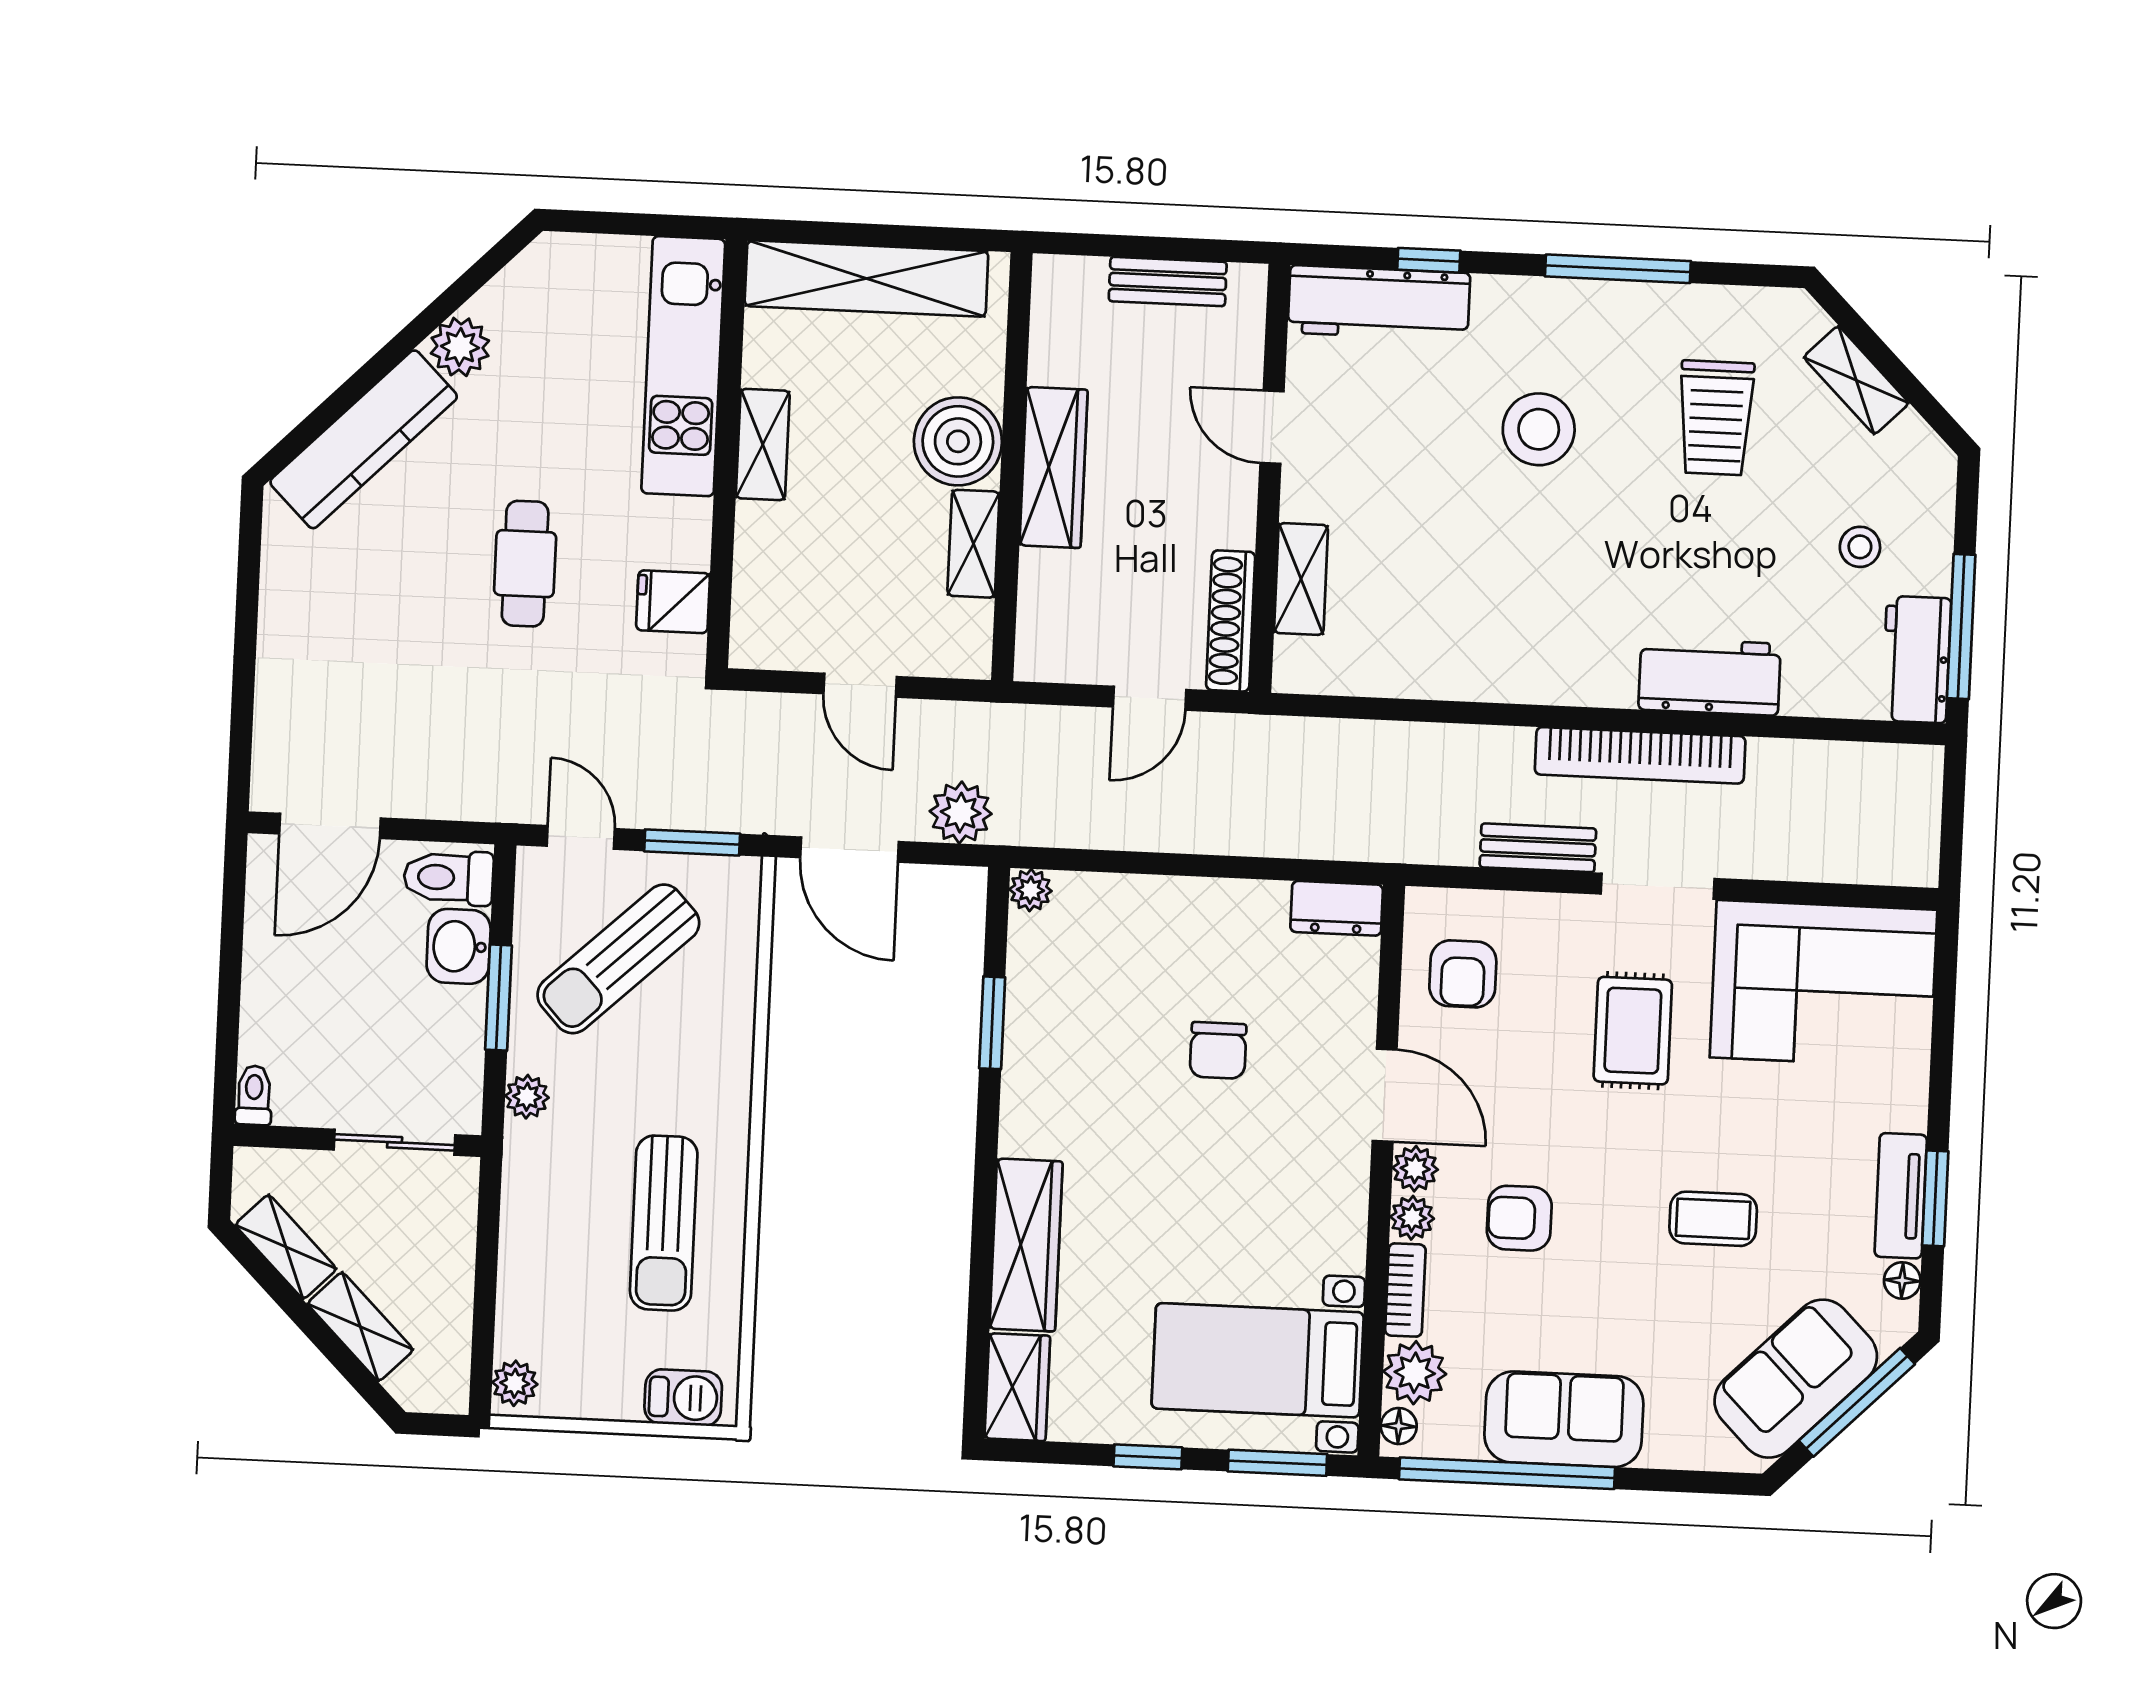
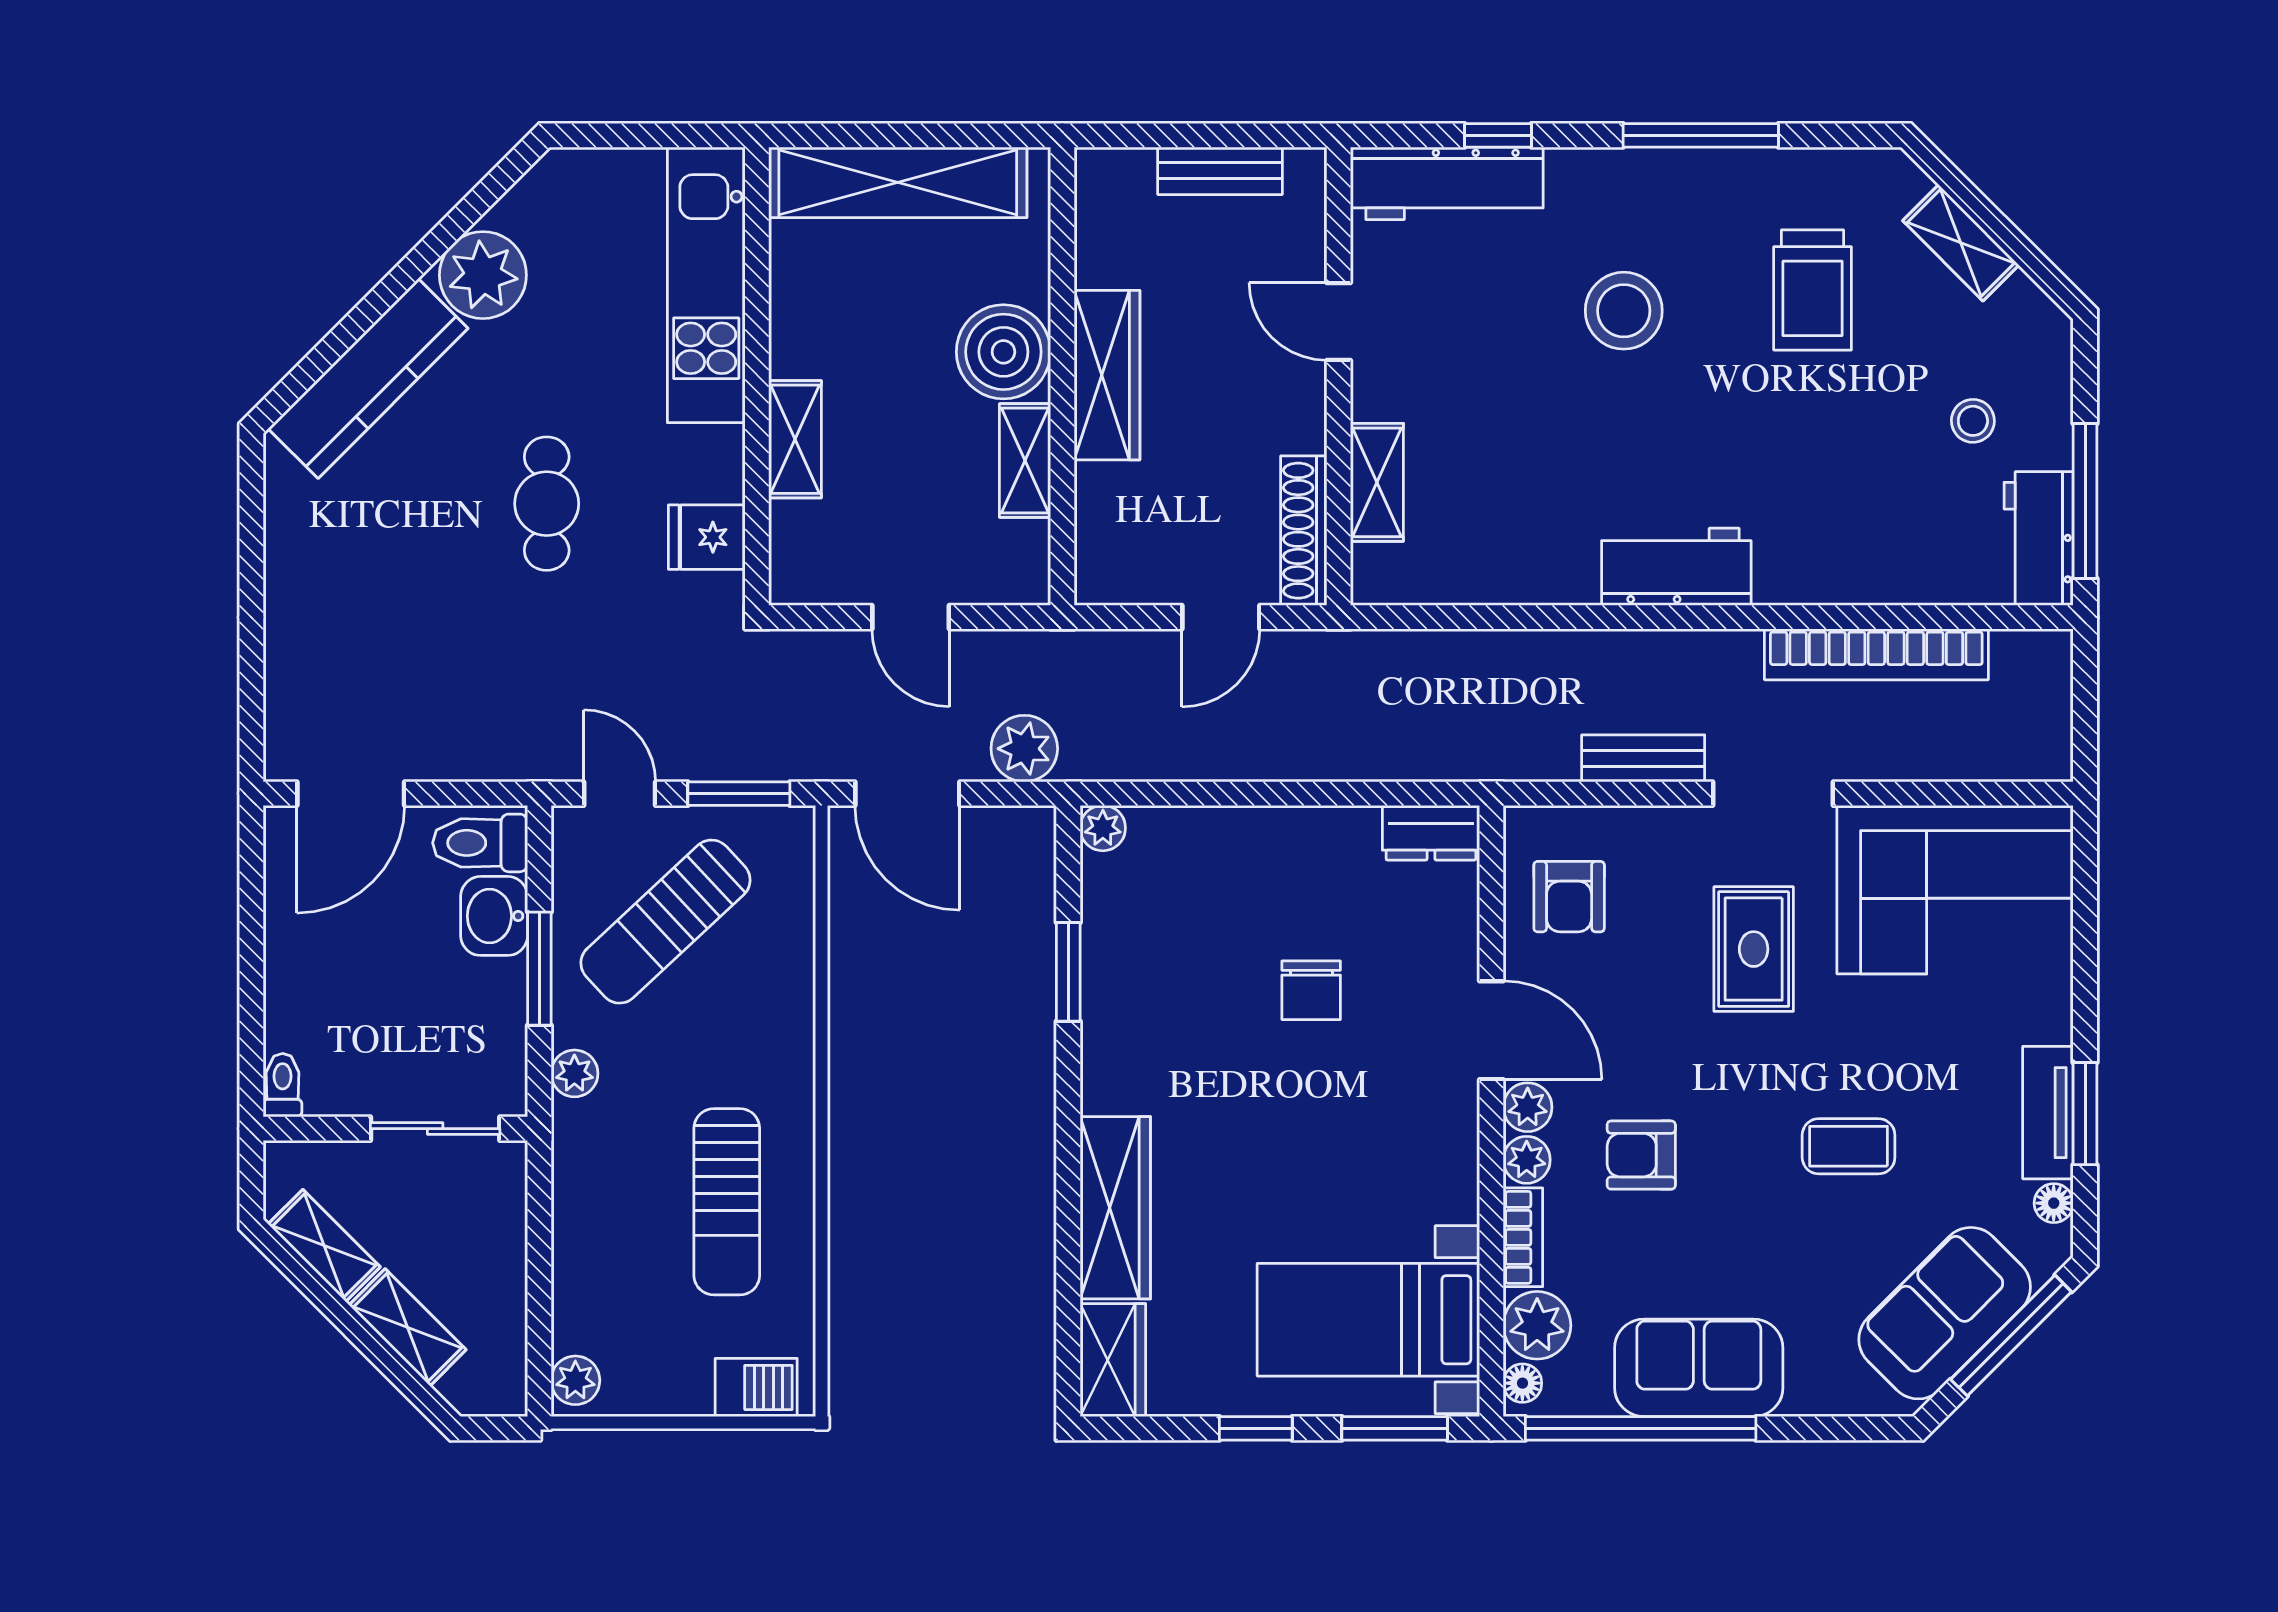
plant: (460, 347) -> (483, 275), width x1.36, depth x1.36
shelving: (763, 445) -> (795, 439), moved
workbench: (1710, 677) -> (1676, 567), moved
bookcase: (1640, 755) -> (1876, 654), moved

